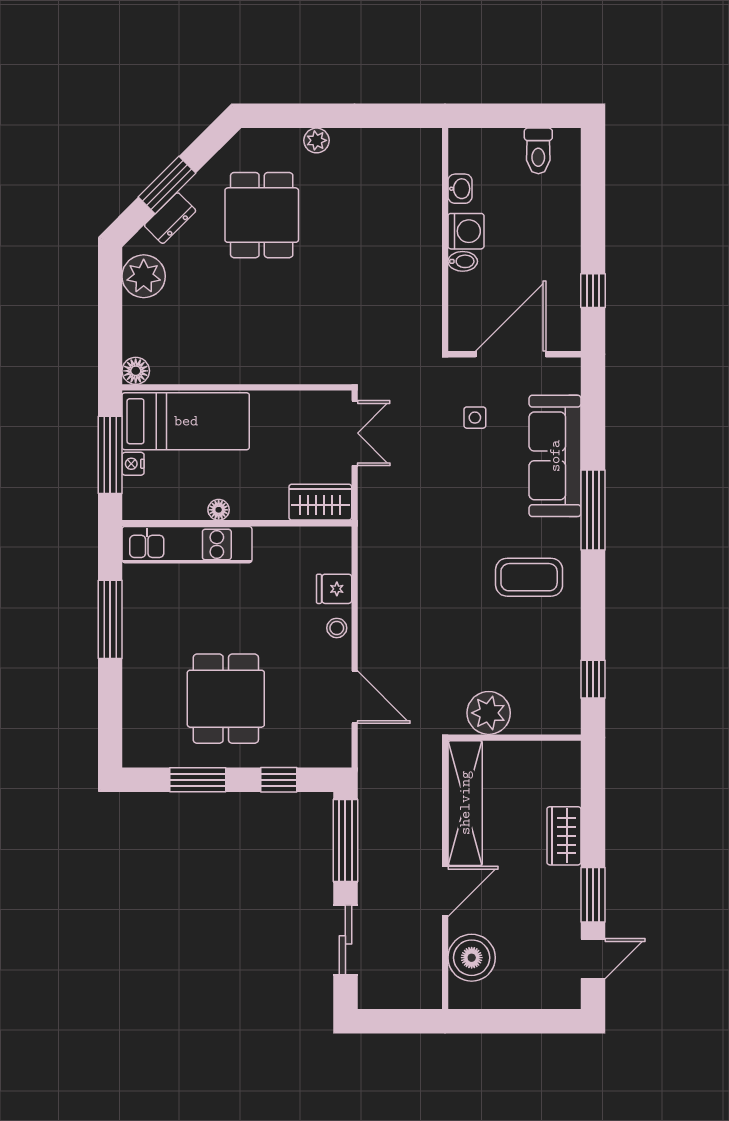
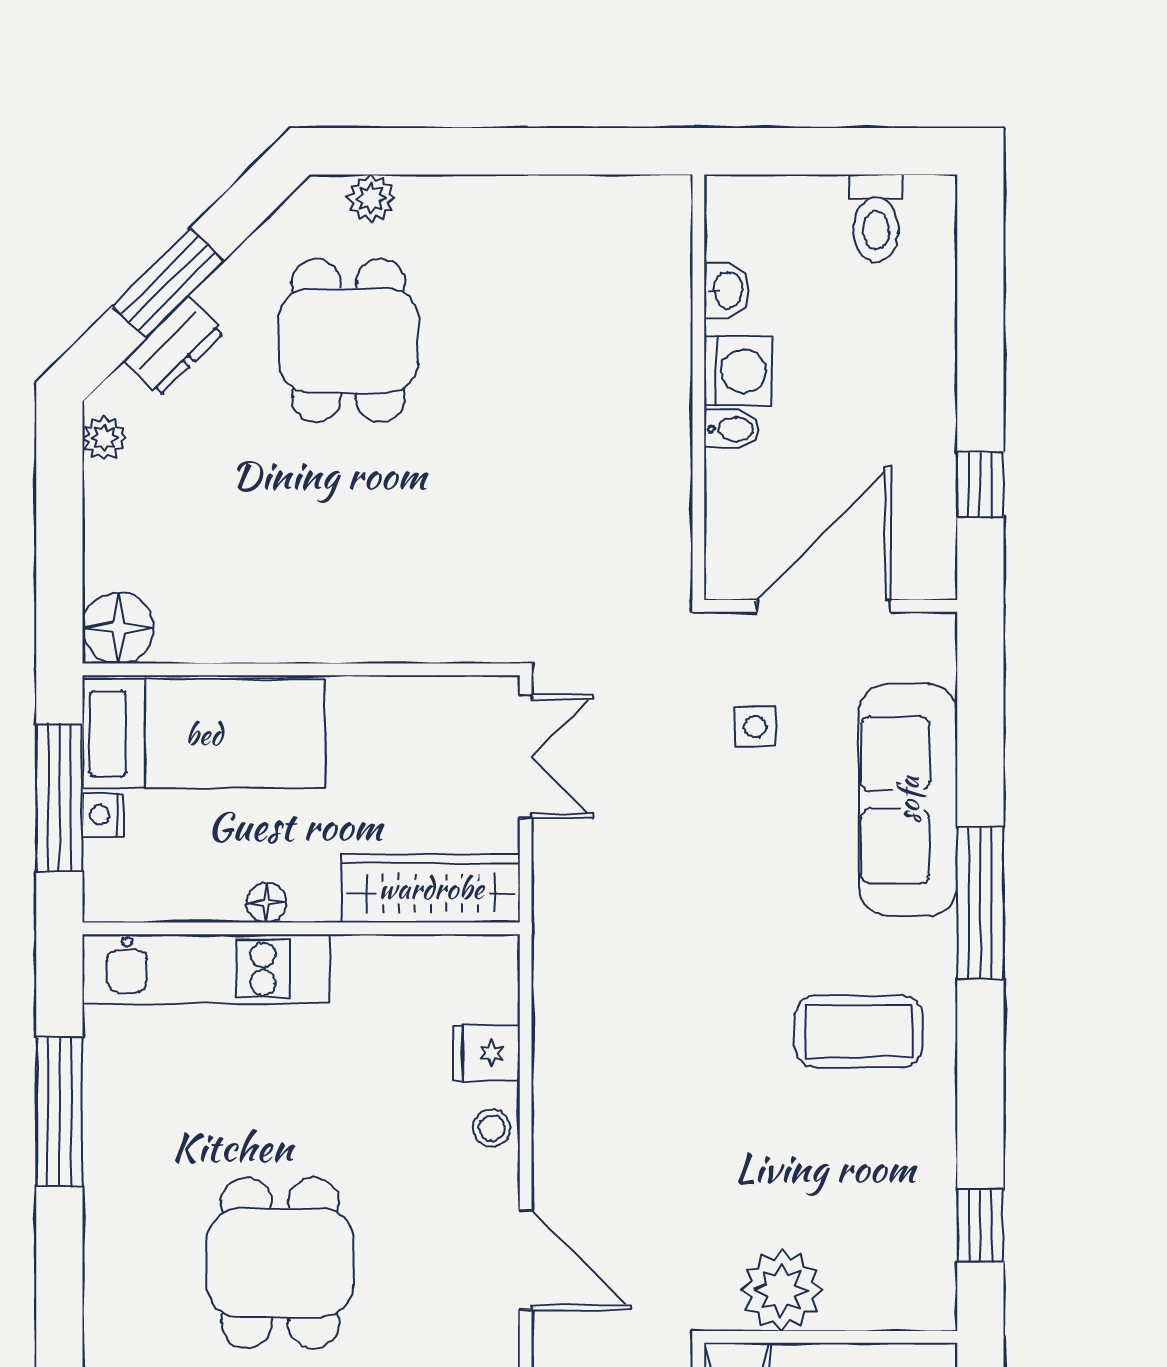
plant: (316, 140) -> (371, 198), moved
plant: (144, 276) -> (104, 438), width x0.53, depth x0.53
floor lamp: (136, 371) -> (118, 628), width x1.38, depth x1.38
wardrobe: (320, 502) -> (431, 888), width x1.50

